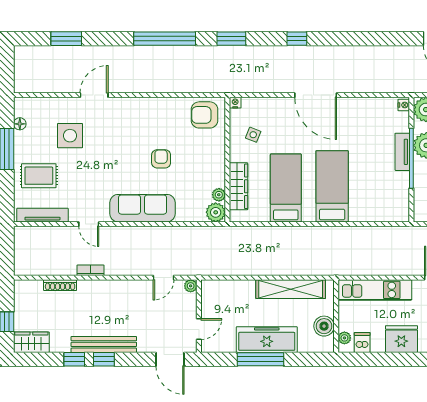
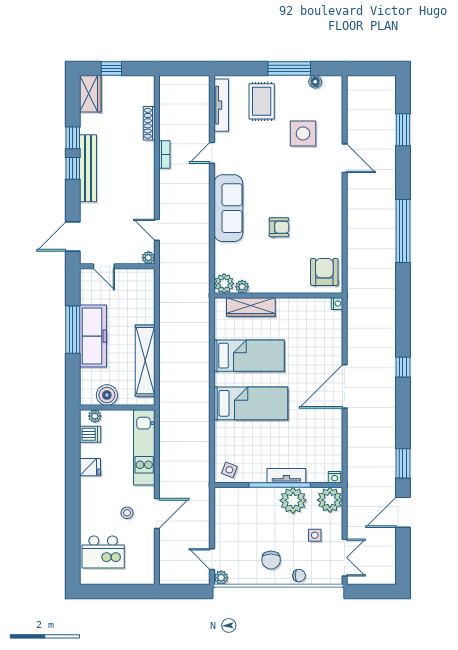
window: (231, 39) -> (403, 463), moved
side table: (253, 135) -> (229, 470), moved
fridge: (401, 339) -> (90, 467), width x0.53, depth x0.75

